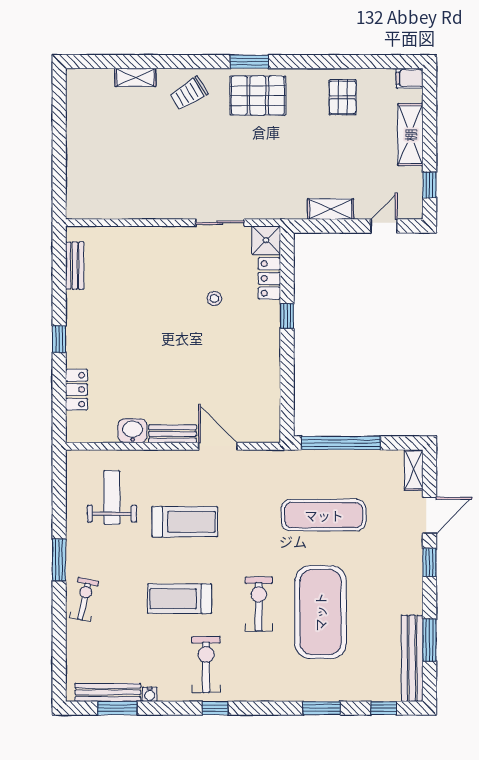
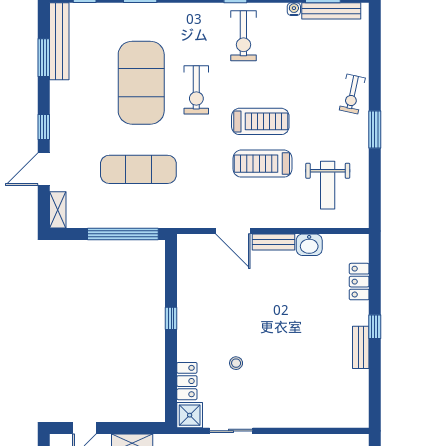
bench: (75, 266) -> (361, 347), moved
window: (287, 316) -> (171, 318), moved
treadmill: (180, 599) -> (260, 121), moved

